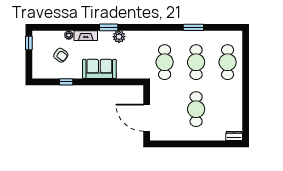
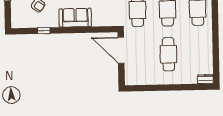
door: (147, 118) -> (121, 50), moved

